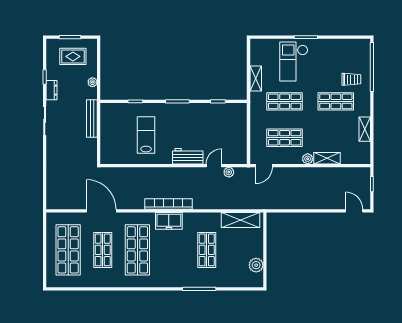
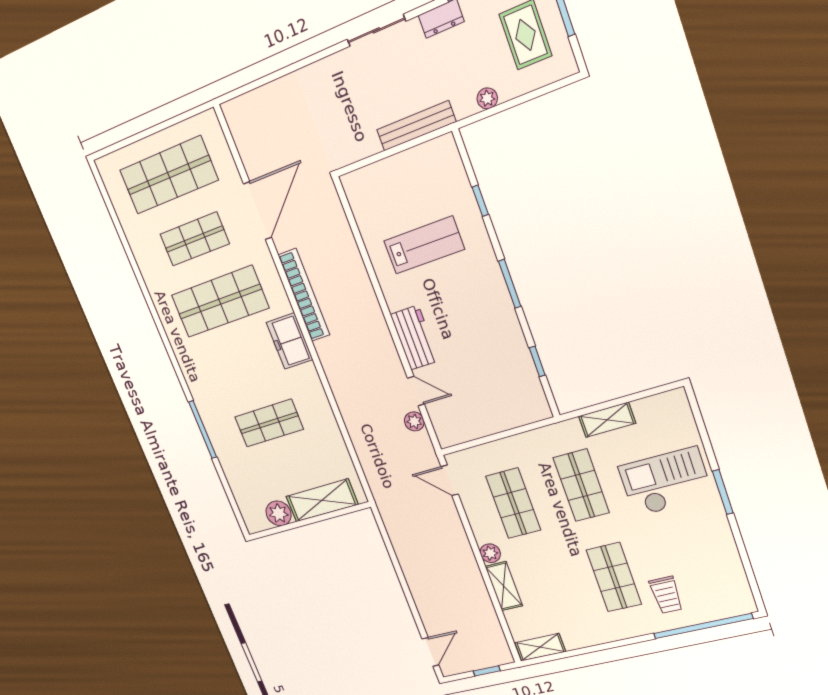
shelving: (365, 129) -> (540, 647), moved
bookcase: (169, 204) -> (304, 295), moved
shelving: (240, 220) -> (322, 500), moved, turned 90

